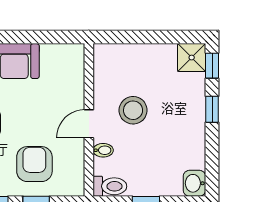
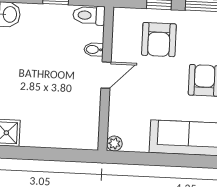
plant: (76, 52) -> (114, 143), added
stool: (133, 110) -> (64, 86), removed

